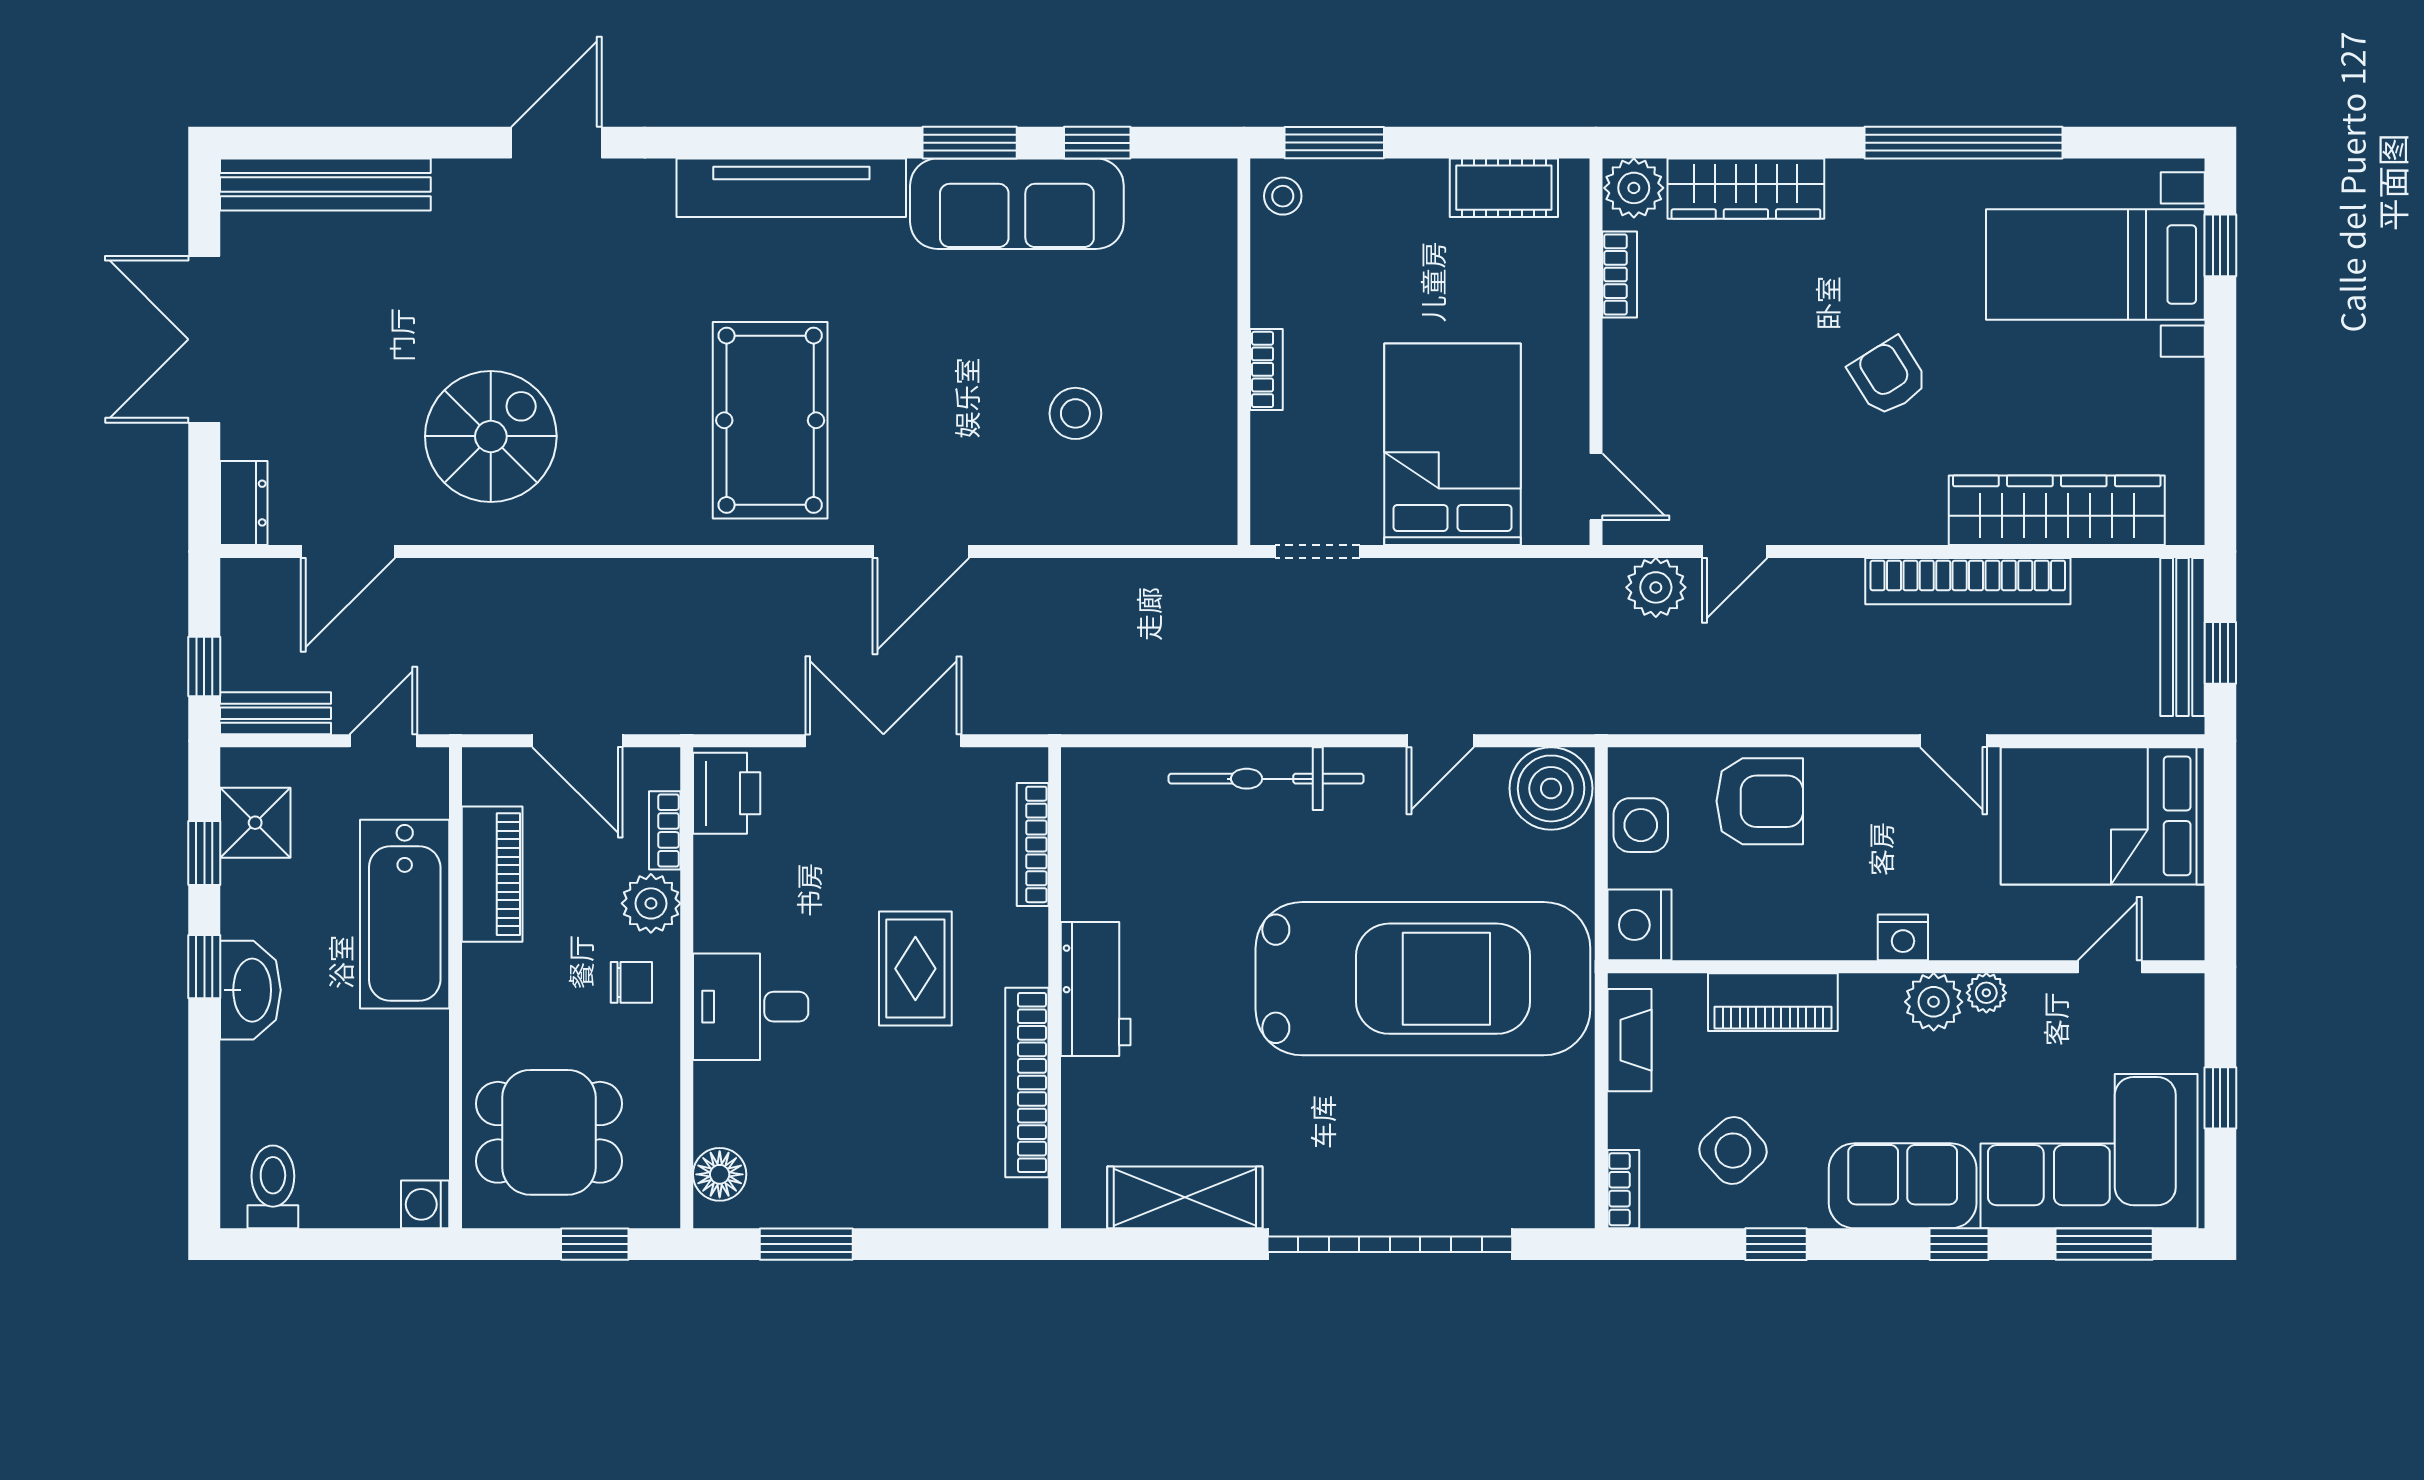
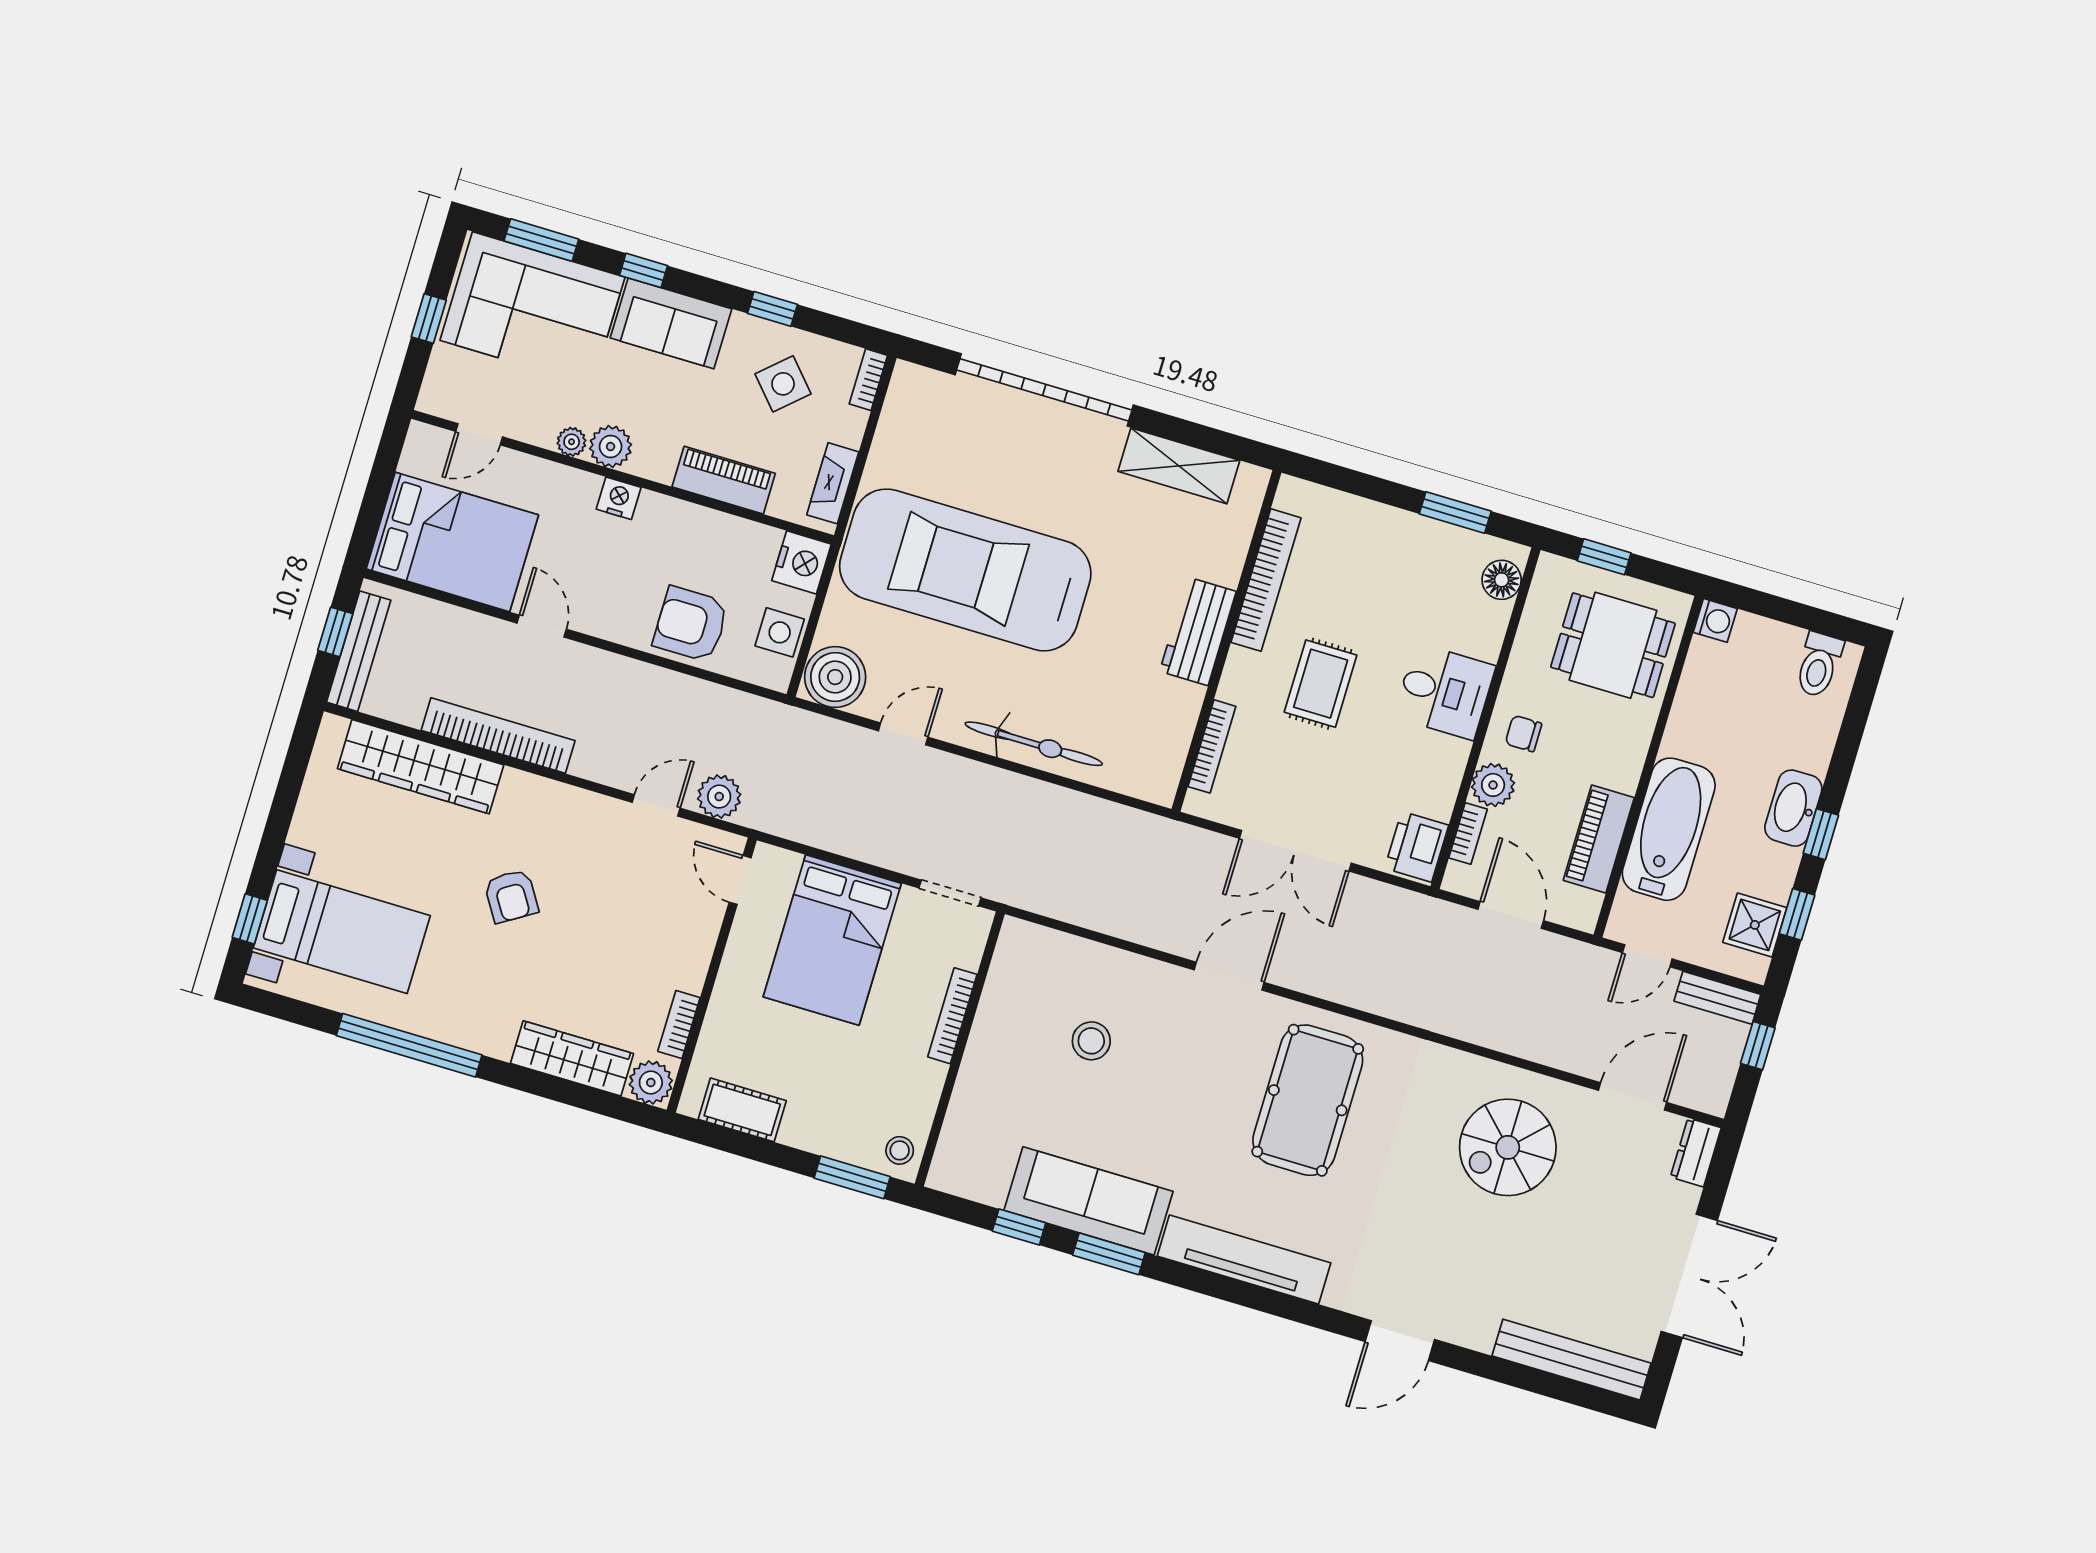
bookcase: (1266, 369) -> (952, 1016), width x1.56

